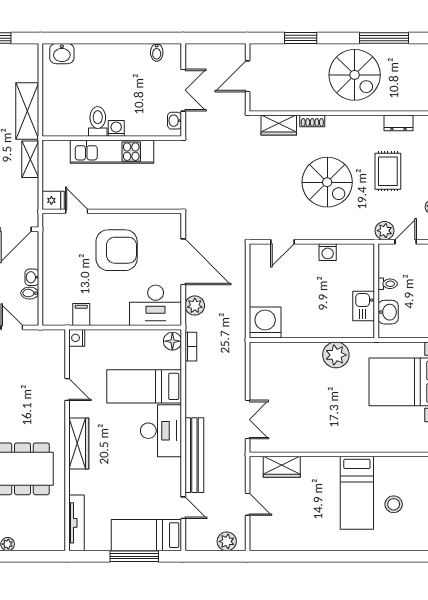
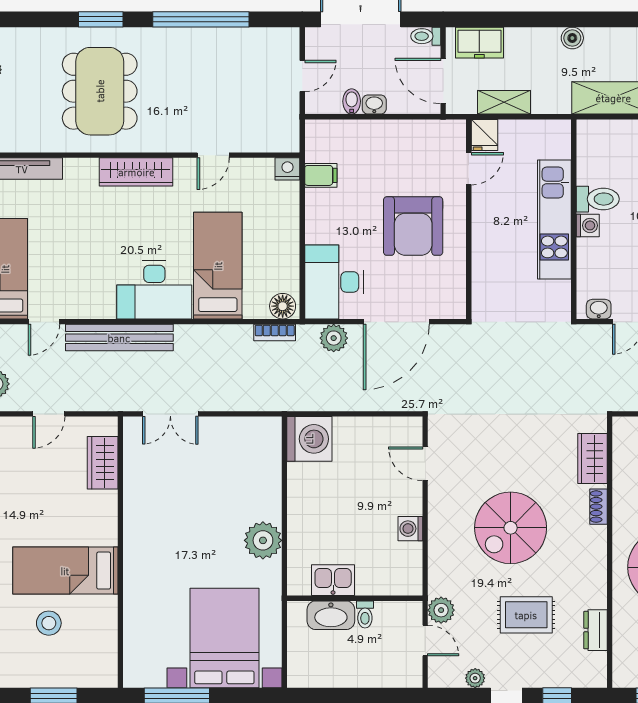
shelving: (30, 159) -> (504, 102), moved
washbasin: (388, 312) -> (331, 615), width x1.38

